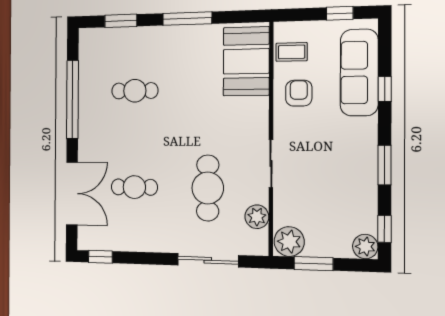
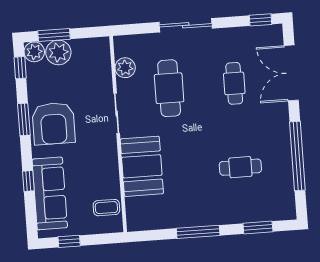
booth: (246, 61) -> (142, 166), moved
armchair: (299, 93) -> (54, 123), moved, width x1.88, depth x1.88
cafe table: (134, 187) -> (234, 83), turned 90
plant: (289, 242) -> (58, 52), moved
sliding door: (208, 260) -> (186, 25), moved
window: (313, 264) -> (54, 35), moved

